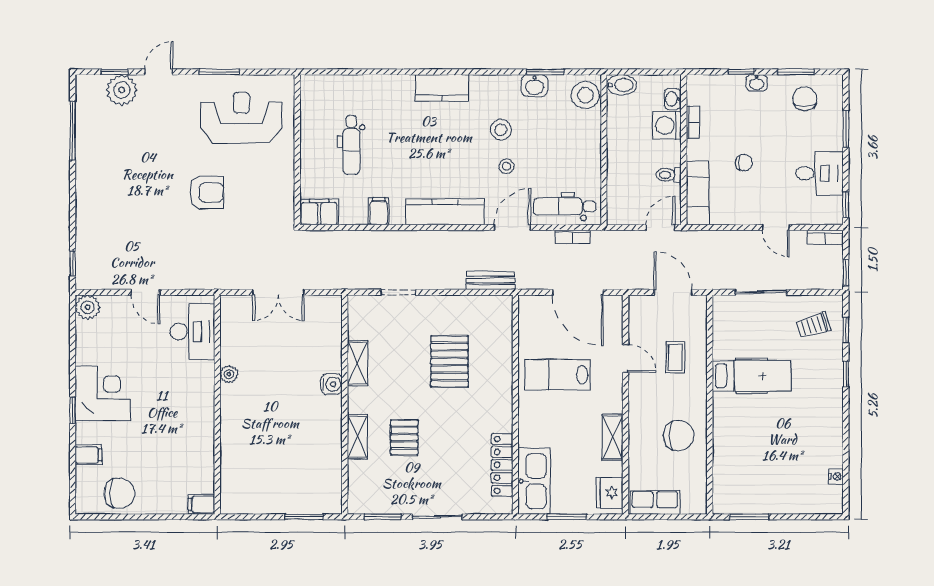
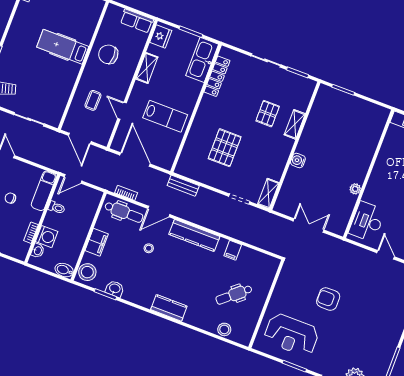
stool: (501, 130) -> (224, 329), moved
dental chair: (351, 145) -> (234, 295), turned -131
filing cabinet: (319, 212) -> (97, 242), moved, turned -90
shelving: (357, 363) -> (268, 193), moved
hospital bed: (752, 376) -> (63, 47), moved

